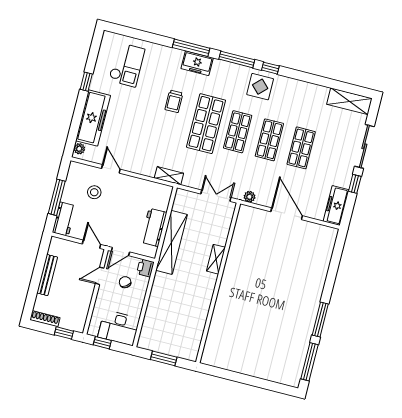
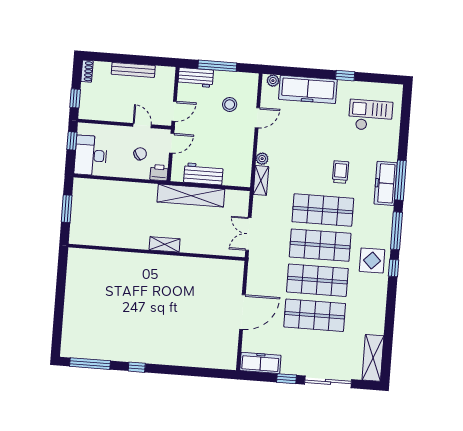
freezer: (197, 63) -> (386, 183), width x1.40
checkout: (127, 65) -> (370, 115), turned 180
trolley: (174, 101) -> (341, 172), turned 90
shop shelf: (238, 132) -> (320, 245), width x1.43, depth x1.36
shop shelf: (269, 140) -> (317, 280), width x1.43, depth x1.36
shop shelf: (301, 148) -> (315, 315), width x1.43, depth x1.36
double door: (216, 196) -> (248, 234), swing flipped
plant: (250, 197) -> (262, 159), moved
door: (120, 252) -> (172, 143), swing flipped
shelving: (216, 259) -> (165, 244), moved
shoe rack: (45, 319) -> (87, 71), width x0.70
window: (320, 319) -> (137, 367), width x0.46

